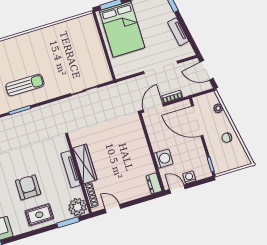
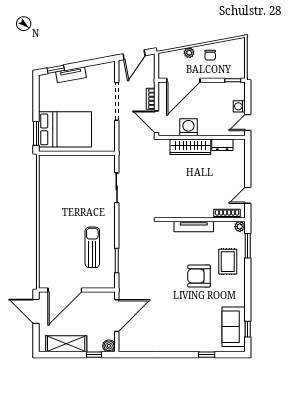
tv unit: (178, 32) -> (71, 75), moved
plant: (218, 108) -> (189, 53), moved
washing machine: (163, 159) -> (188, 127), moved
wardrobe: (85, 164) -> (190, 147), moved, turned 180
dresser: (154, 183) -> (222, 145), moved
plant: (78, 207) -> (240, 227), width x0.53, depth x0.53
rug: (39, 215) -> (228, 262), moved

